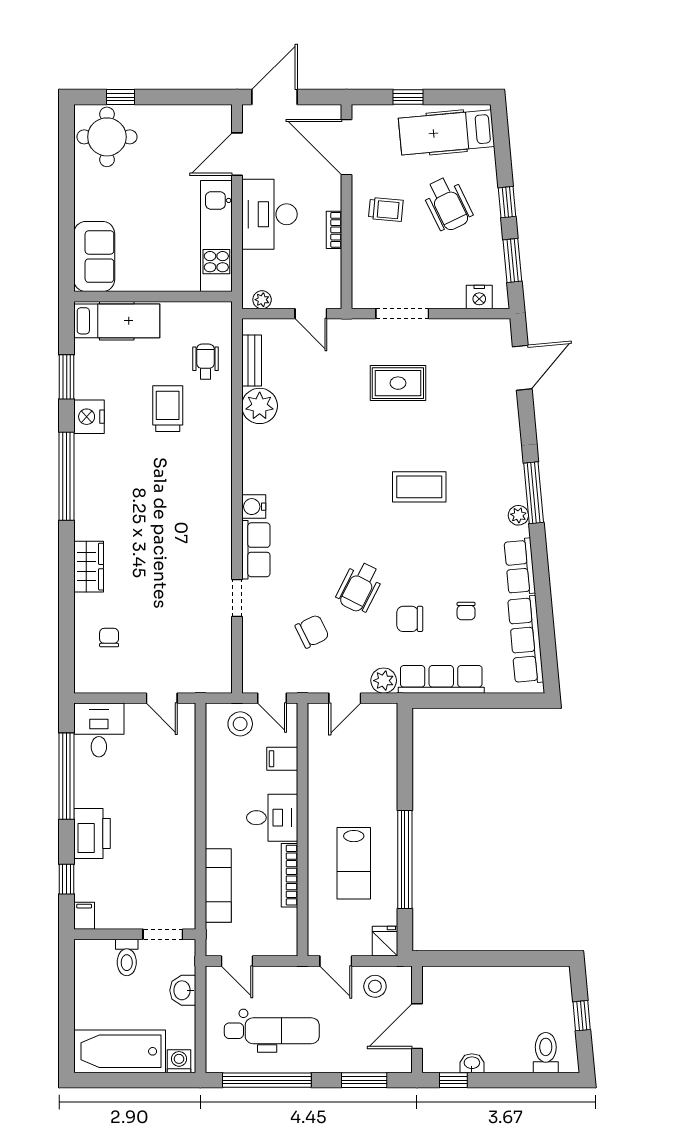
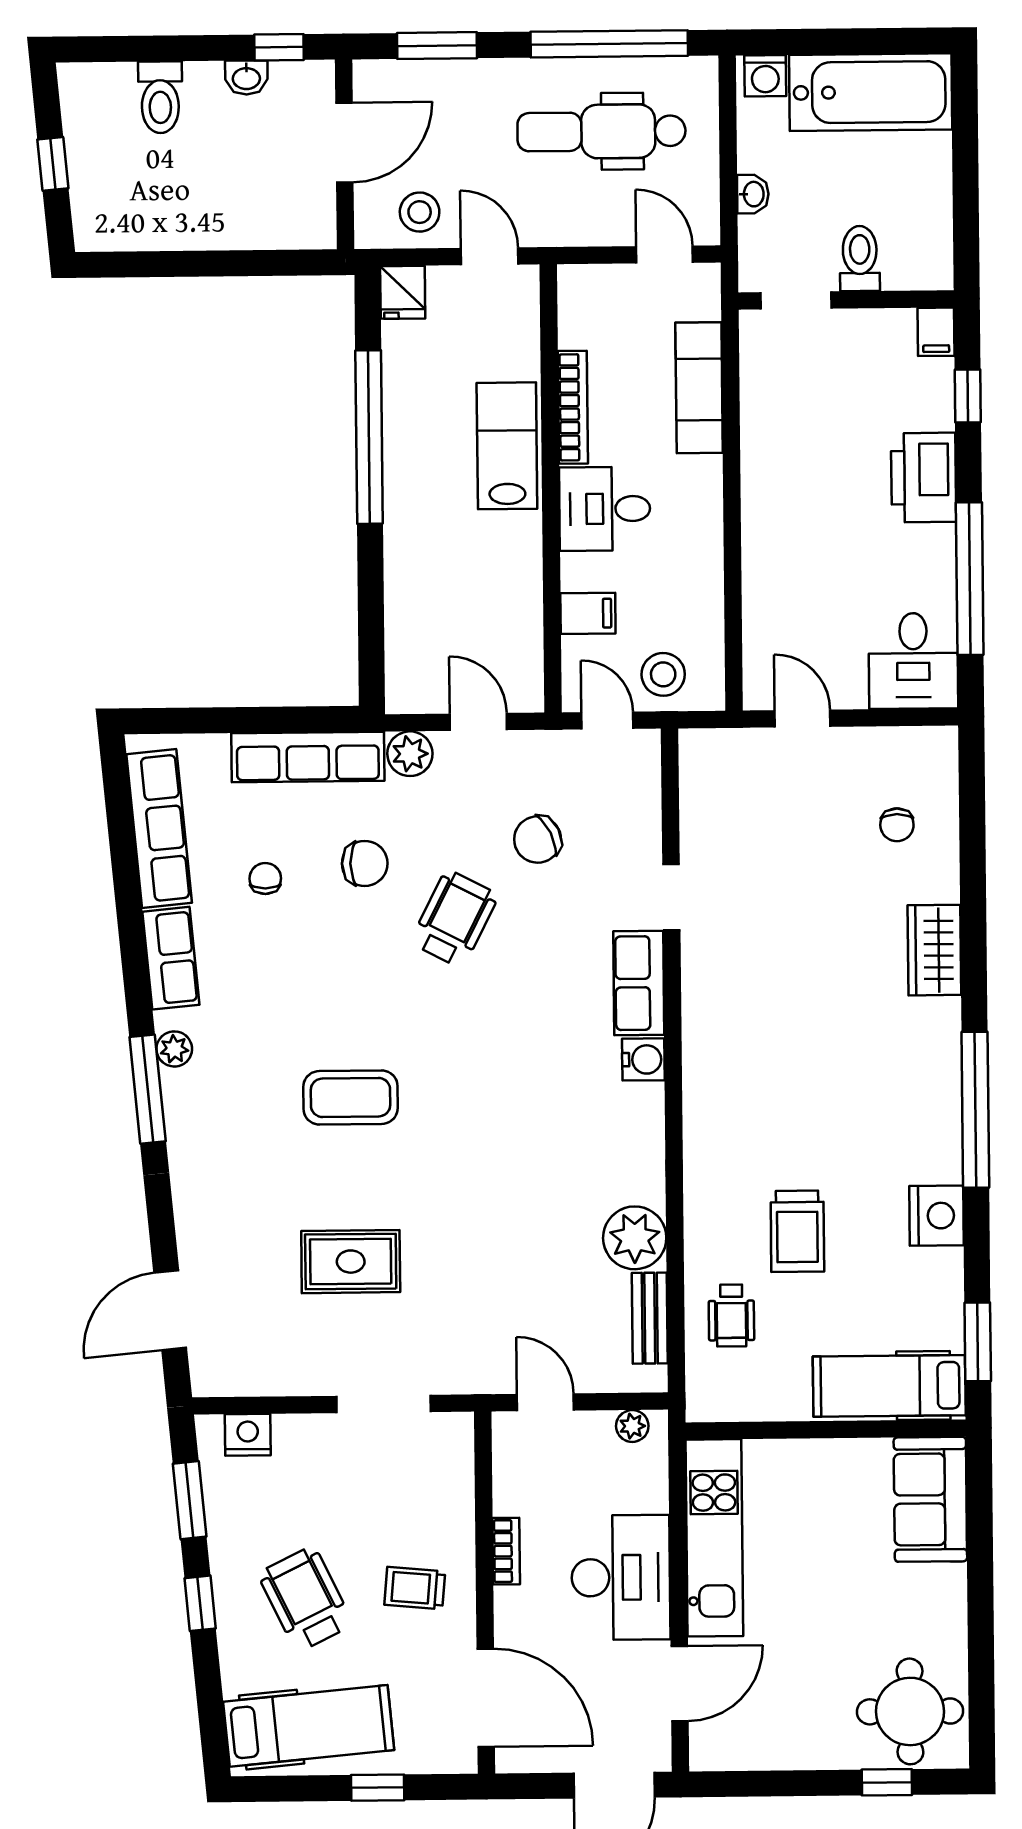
window: (67, 377) -> (978, 1342), moved
rug: (398, 383) -> (351, 1262), moved
door: (345, 698) -> (478, 722), hinge flipped
lab bench: (354, 863) -> (507, 446), moved
washbasin: (183, 990) -> (753, 194), width x0.72, depth x0.69
toilet: (546, 1053) -> (160, 97), moved

